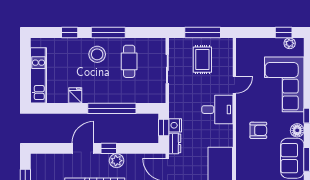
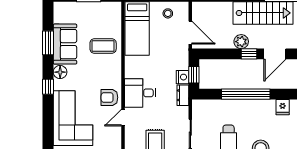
armchair: (258, 130) -> (109, 97), moved
dresser: (175, 143) -> (183, 95), moved
coffee table: (254, 156) -> (103, 46), added

